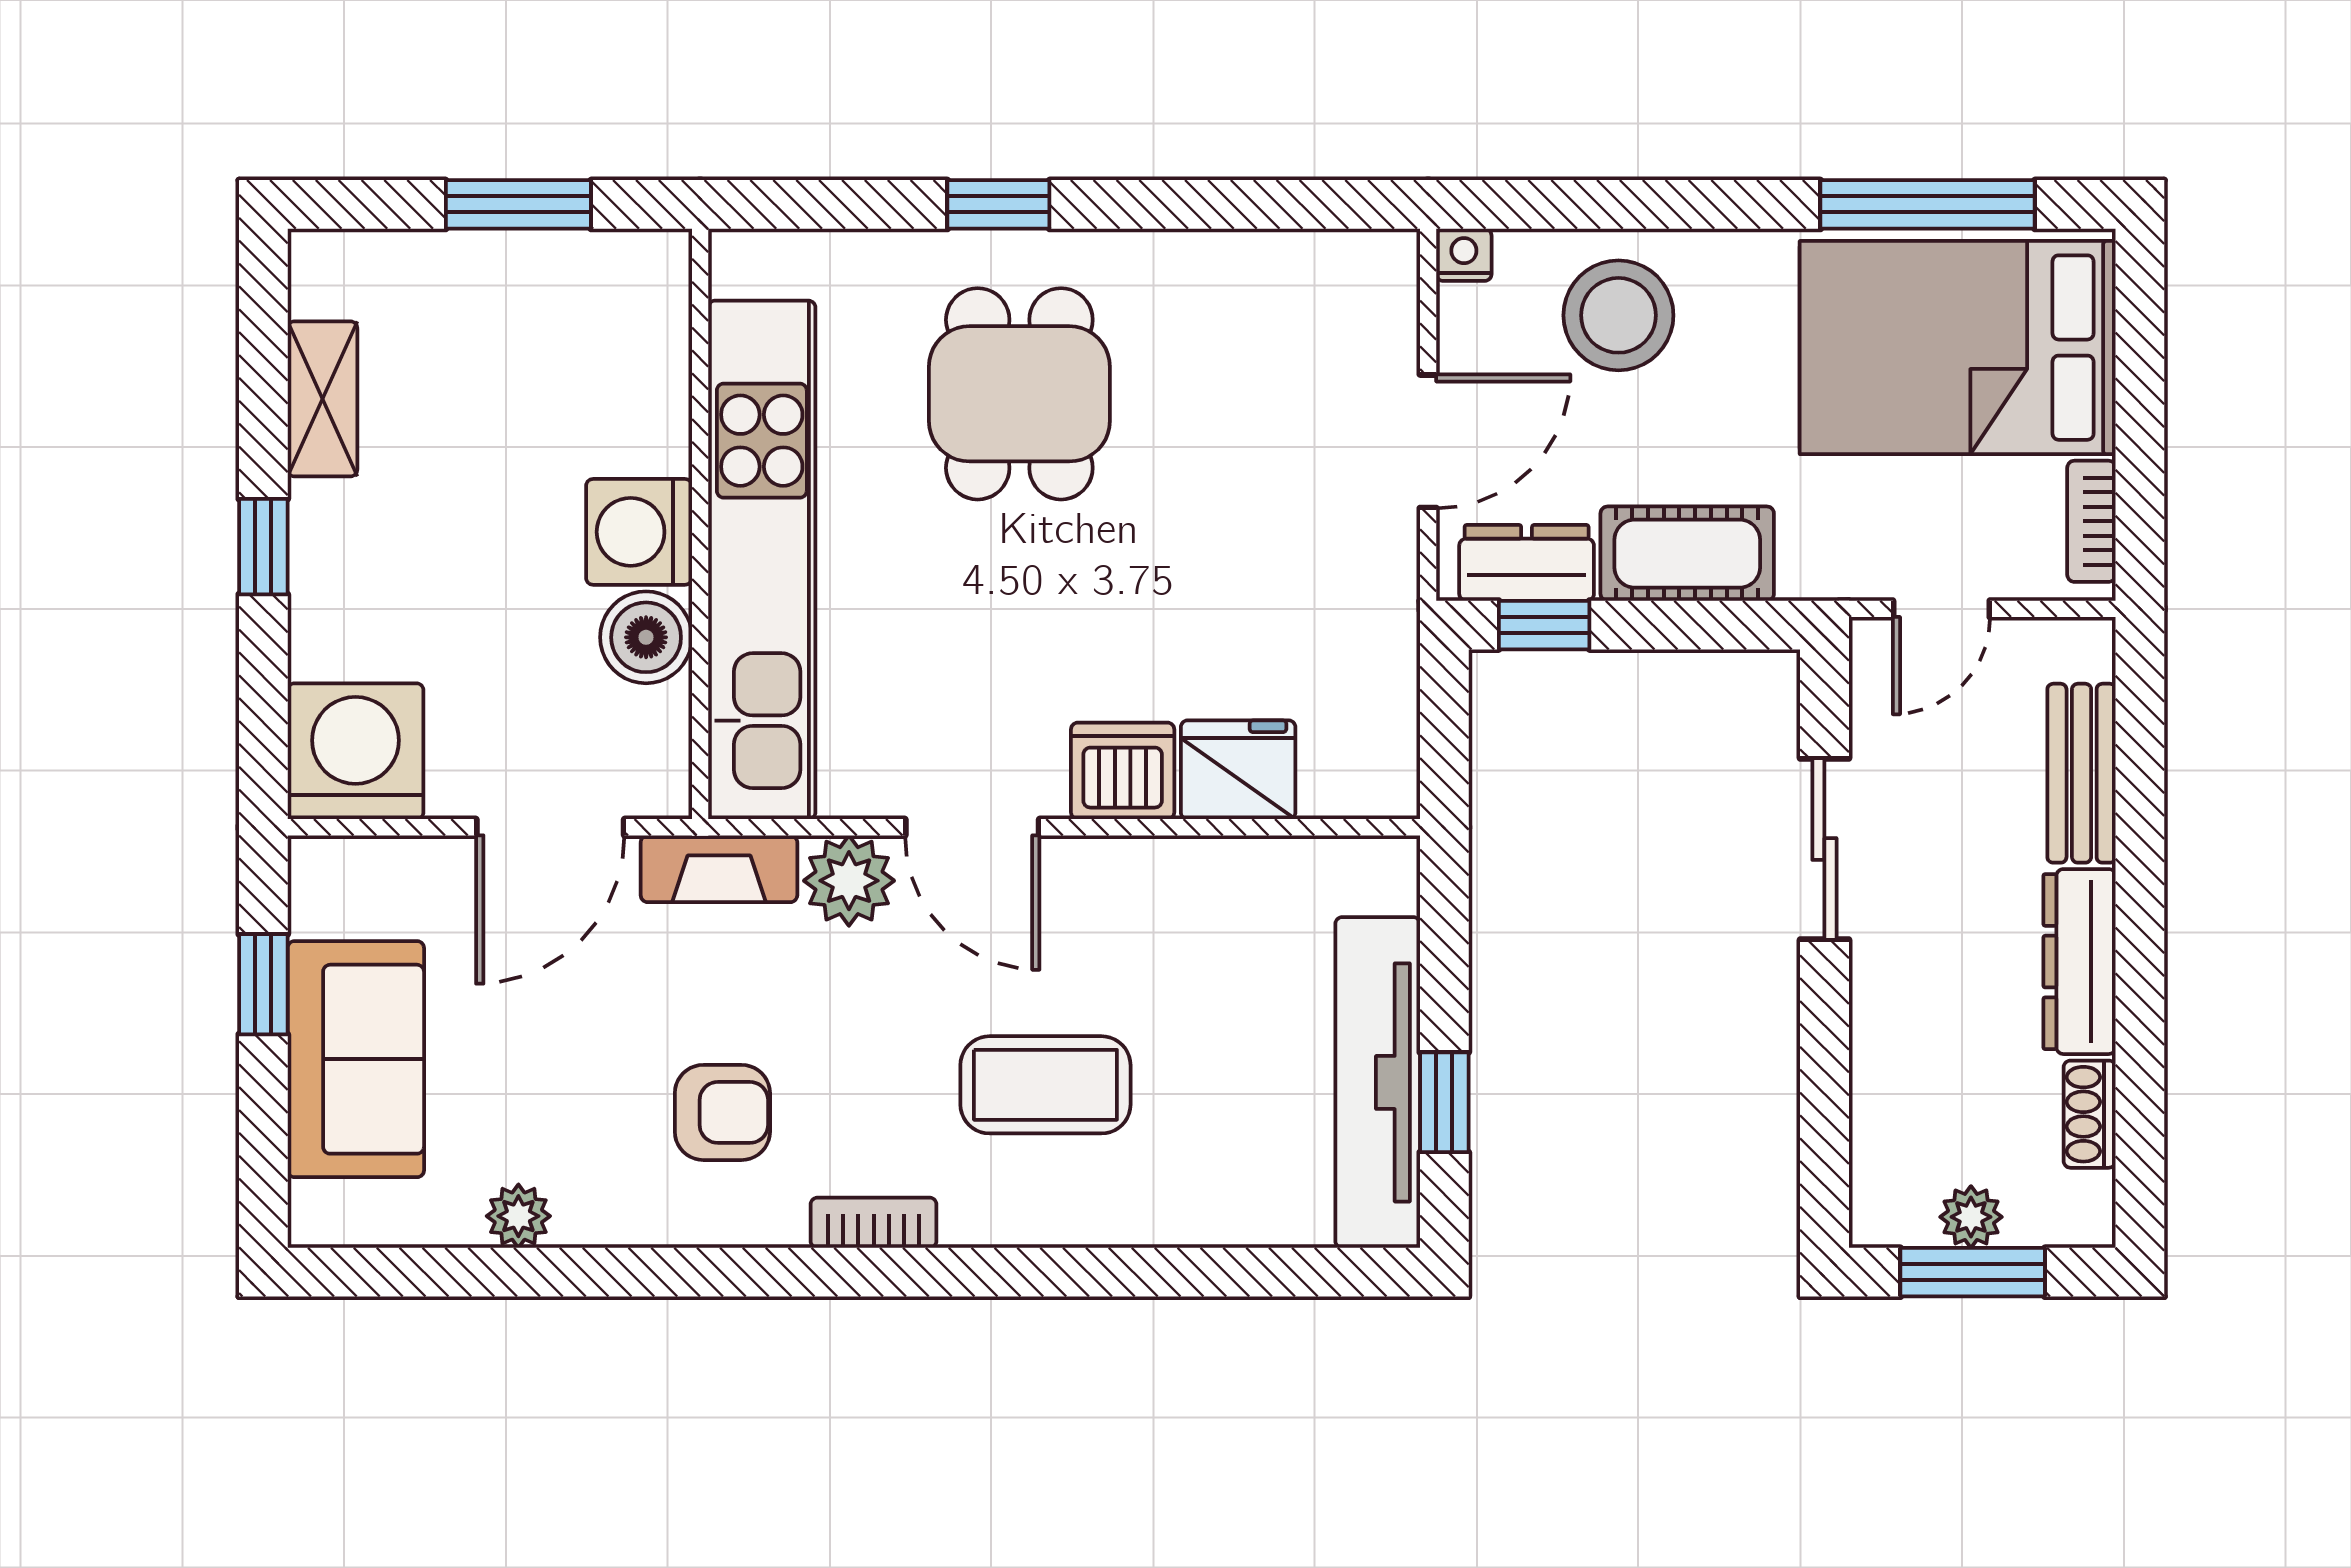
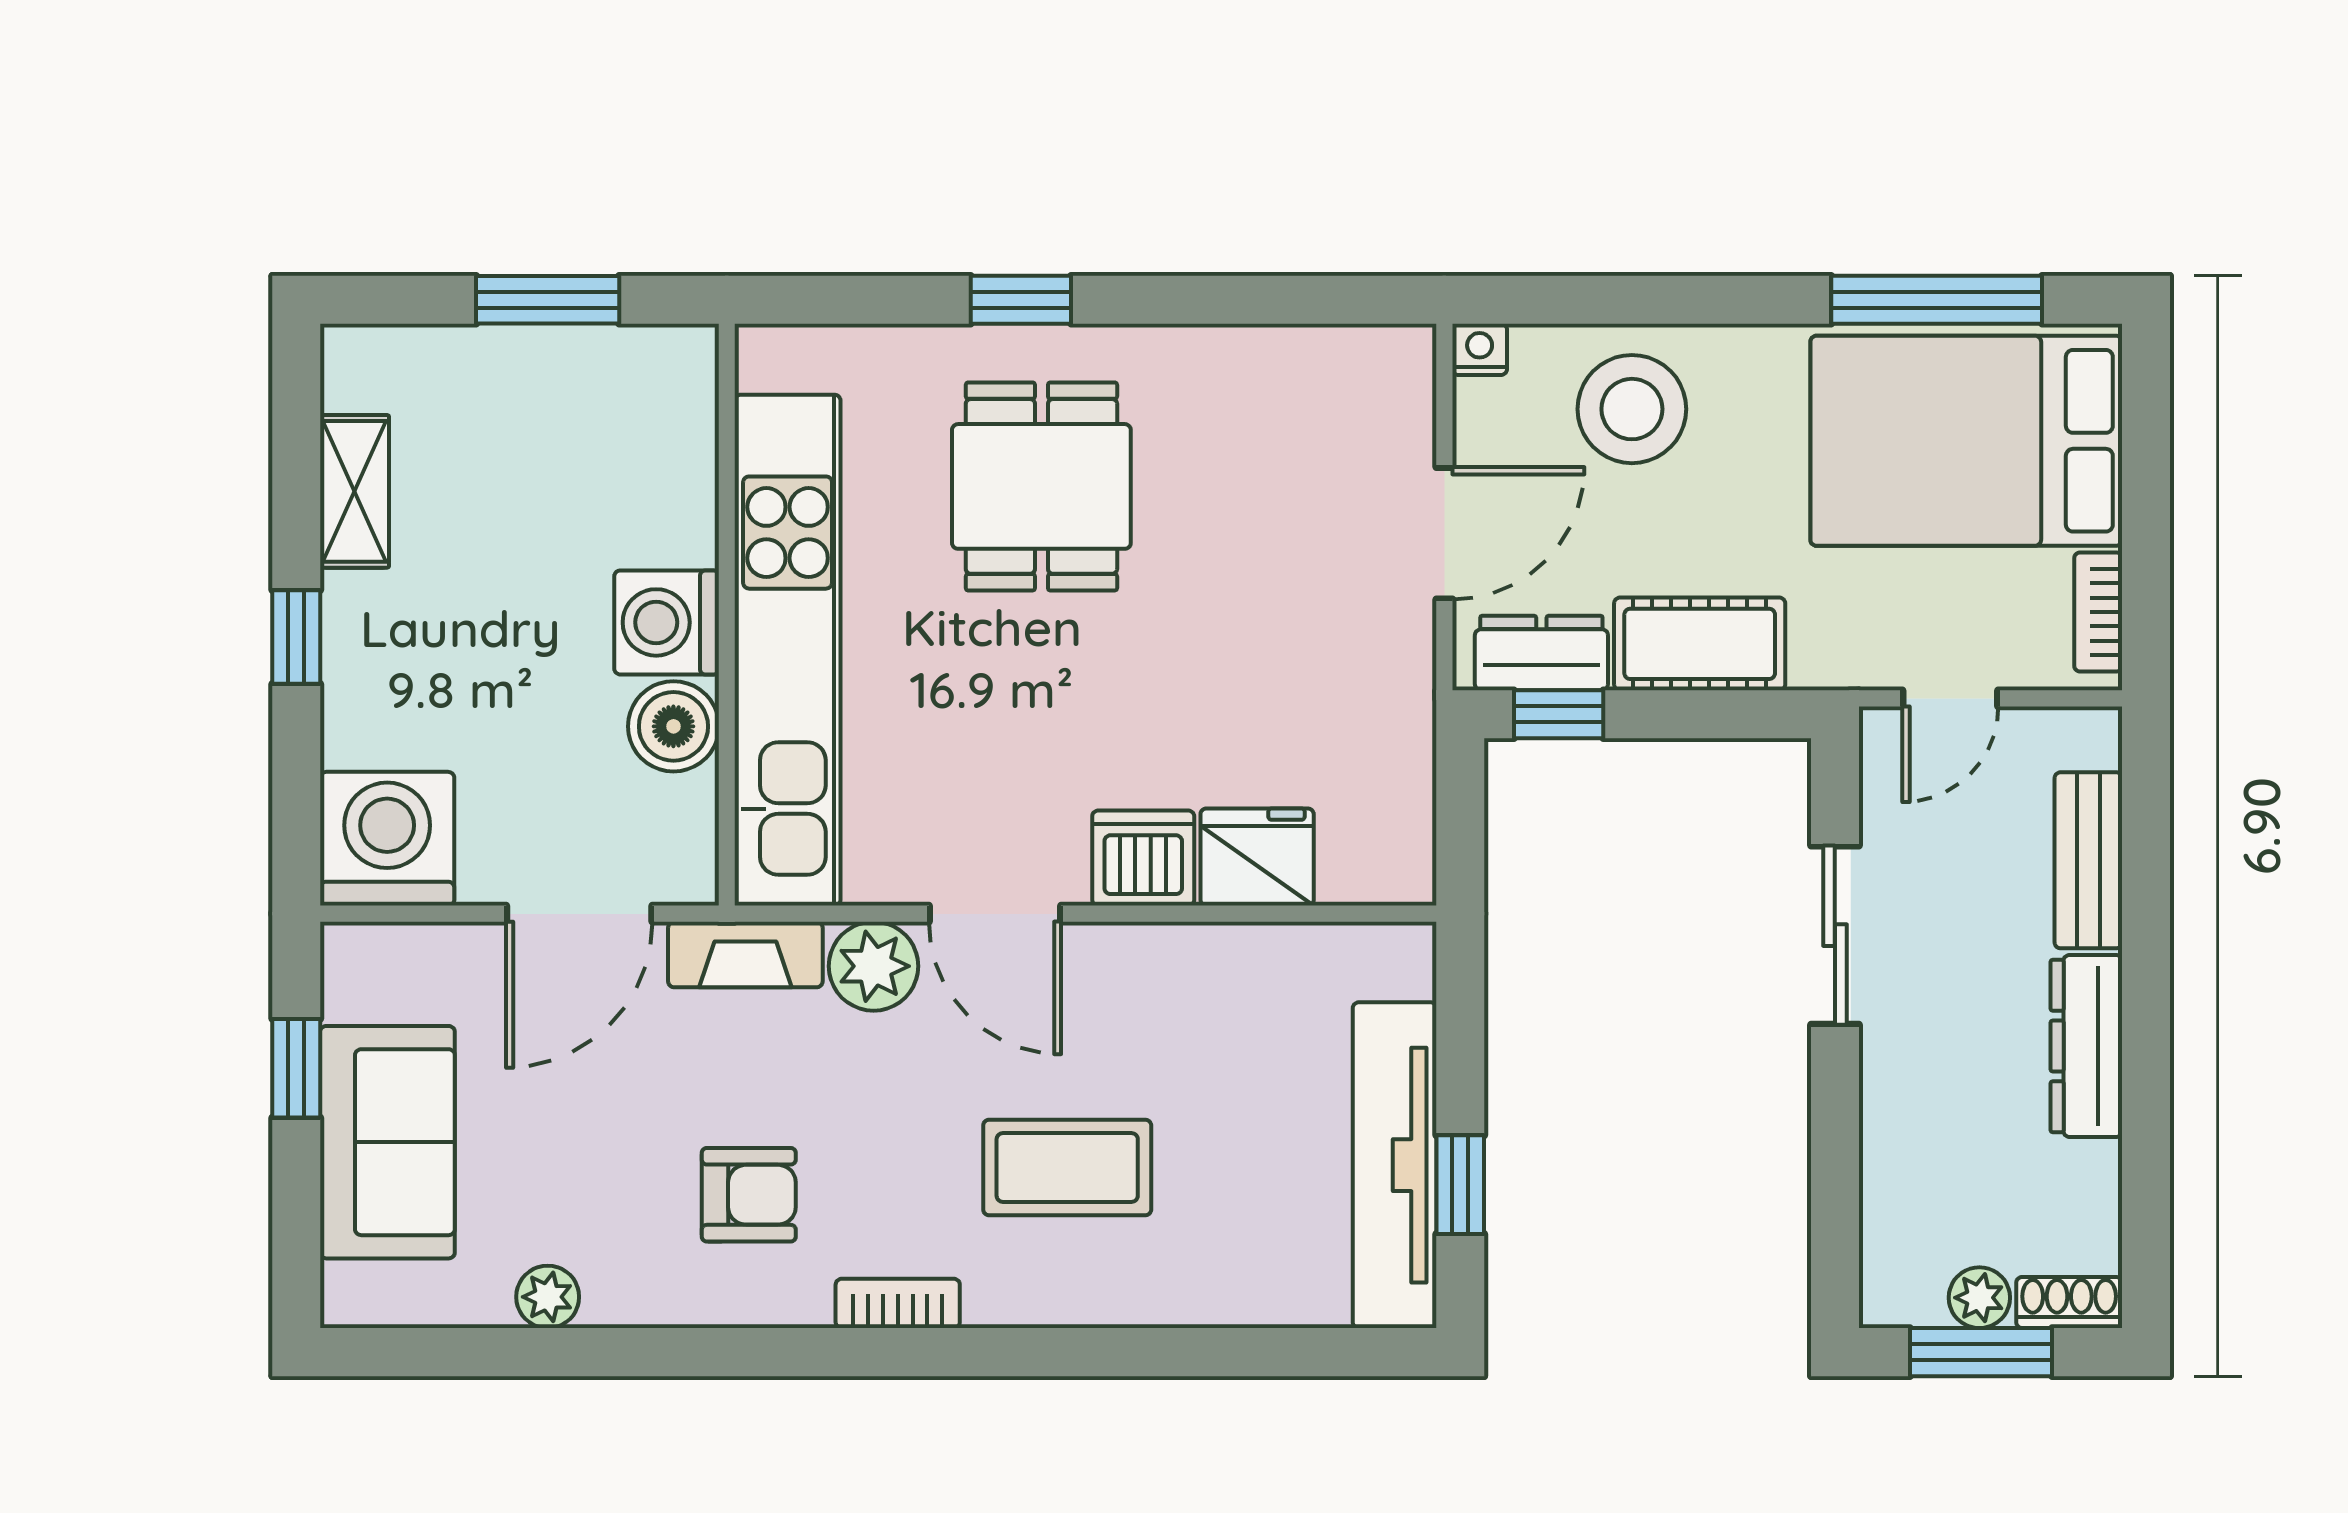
shoe rack: (2090, 1114) -> (2069, 1303), moved, turned 90

